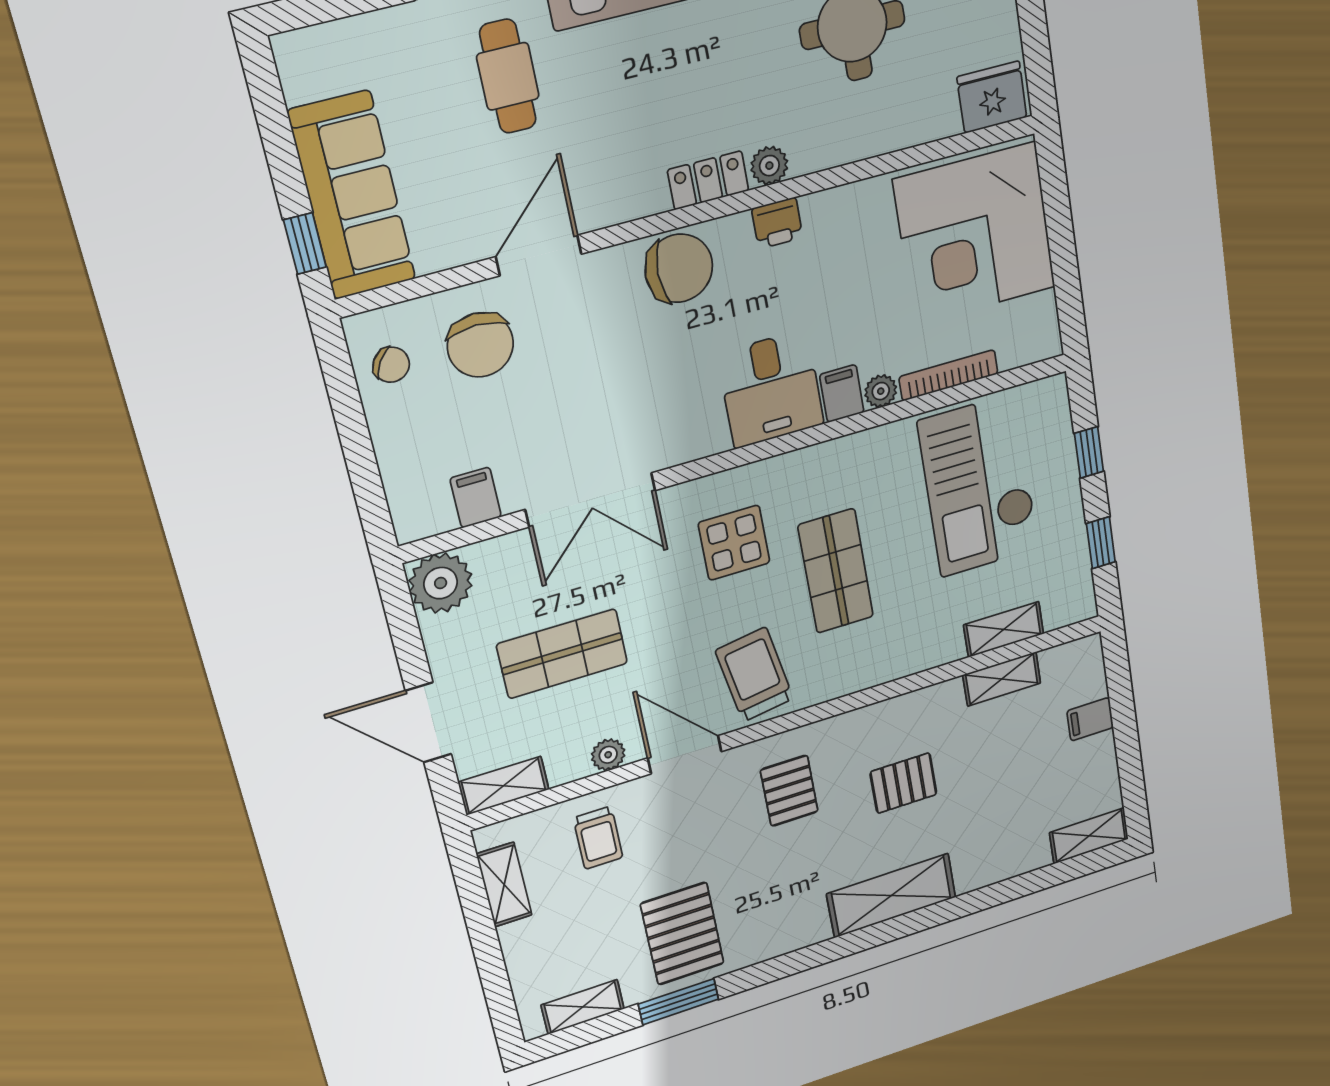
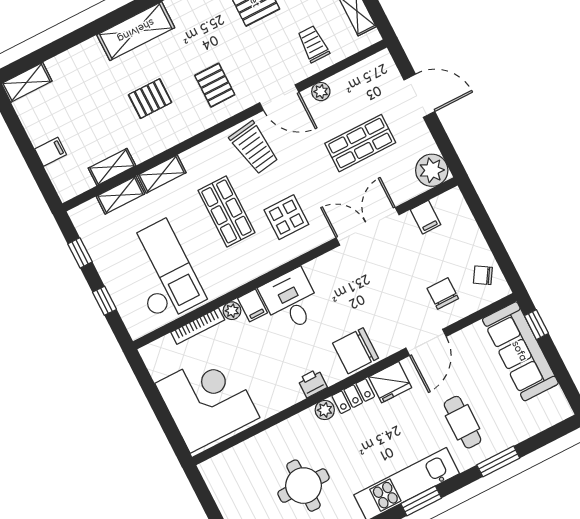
fridge: (992, 97) -> (390, 382), moved
chair: (480, 345) -> (443, 293), width x0.73, depth x0.73
shelving: (504, 786) -> (162, 174), moved

